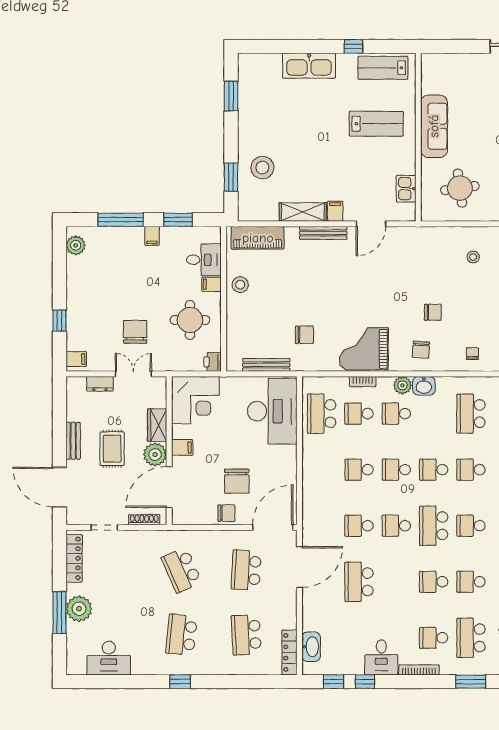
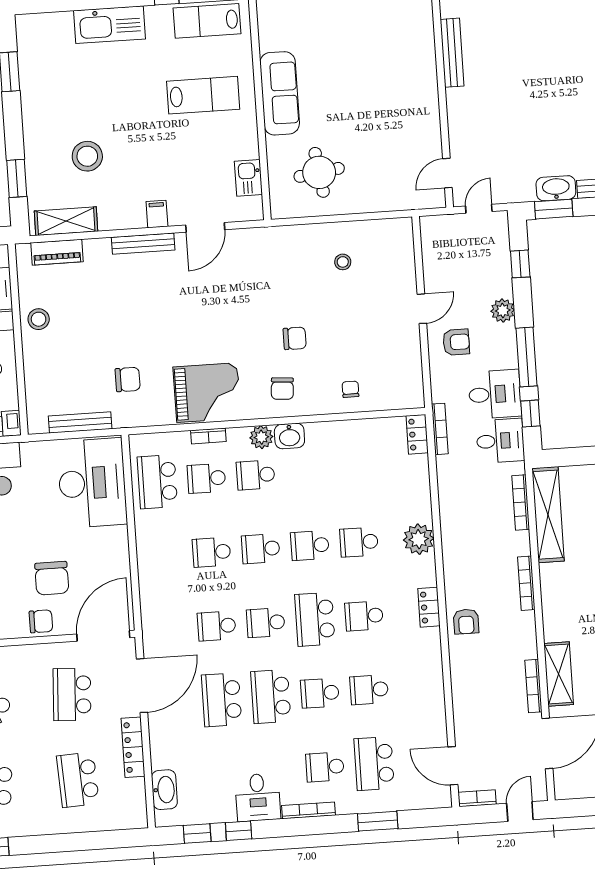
stool: (262, 167) -> (87, 156), moved
shelving: (303, 212) -> (66, 221), moved
piano: (258, 238) -> (57, 252), width x0.73, depth x0.75
grand piano: (364, 349) -> (207, 393), turned 180
school desk: (471, 414) -> (271, 696), moved
locker: (290, 652) -> (133, 747), moved

